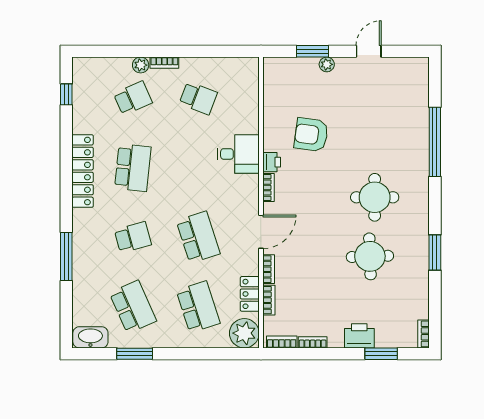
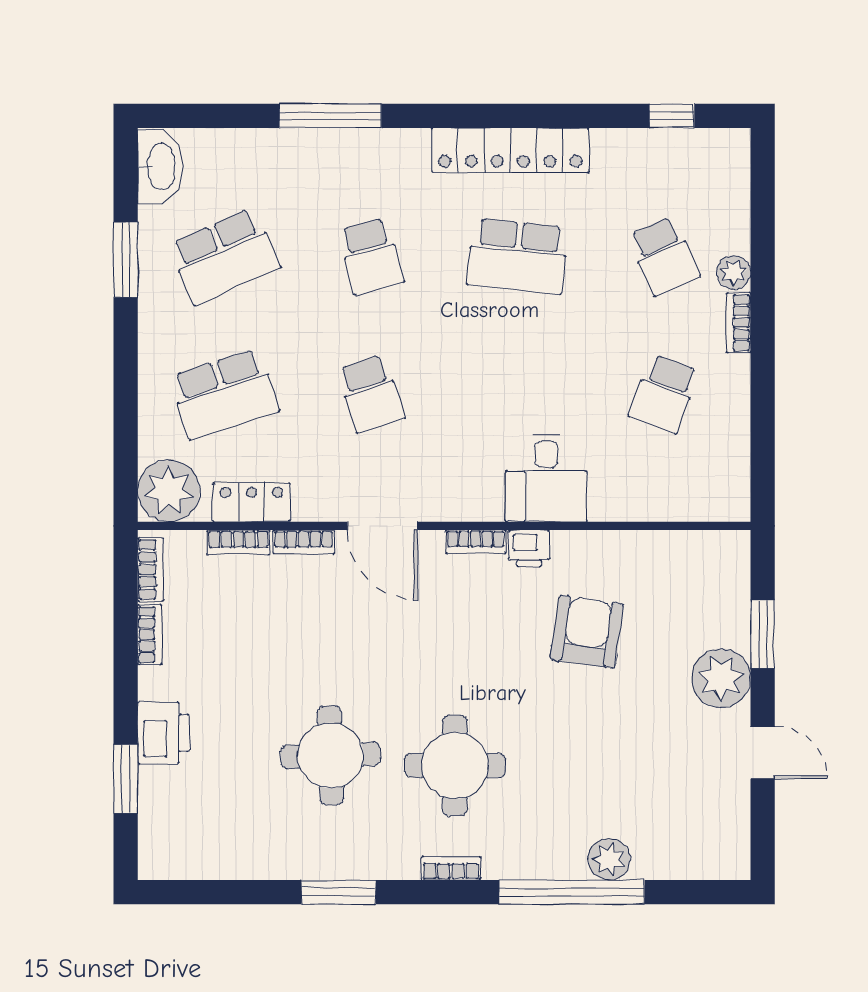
plant: (327, 64) -> (721, 678), width x1.88, depth x1.88
plant: (419, 124) -> (609, 859), added
school desk: (198, 237) -> (371, 394), width x0.54
bookcase: (424, 334) -> (451, 868), moved

